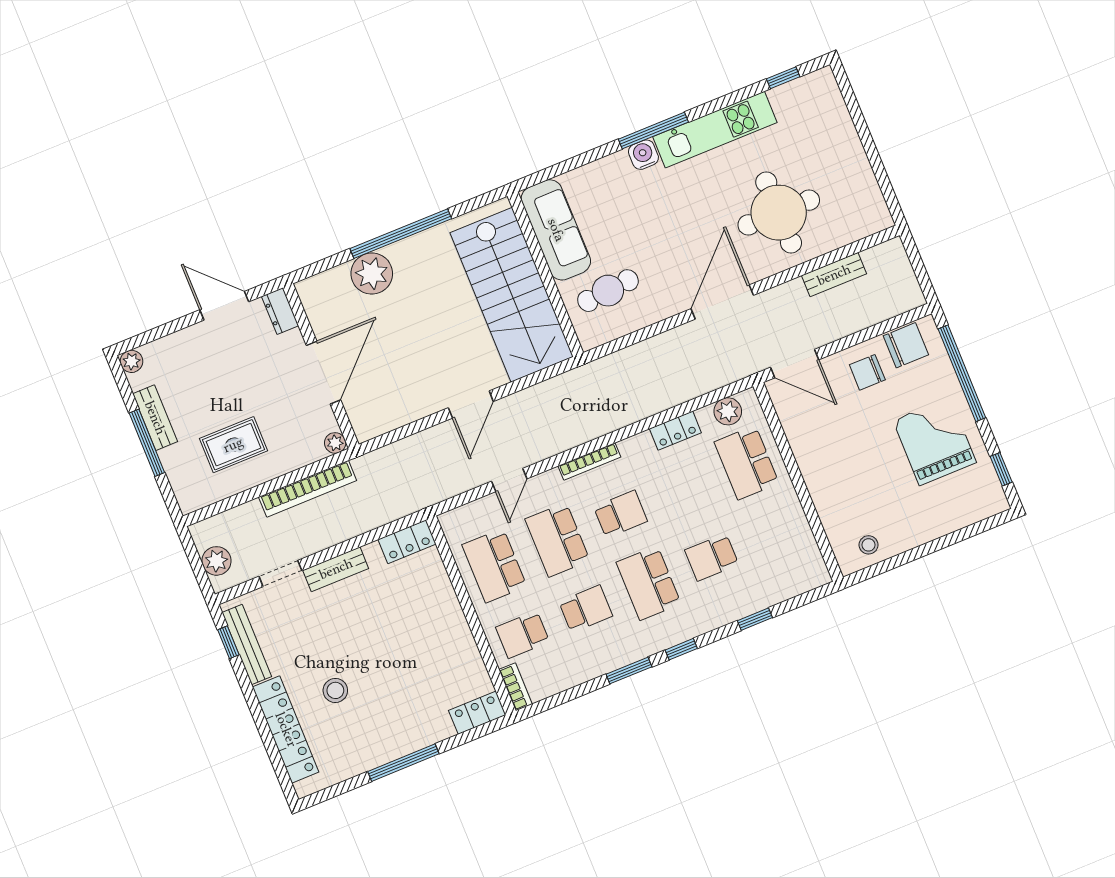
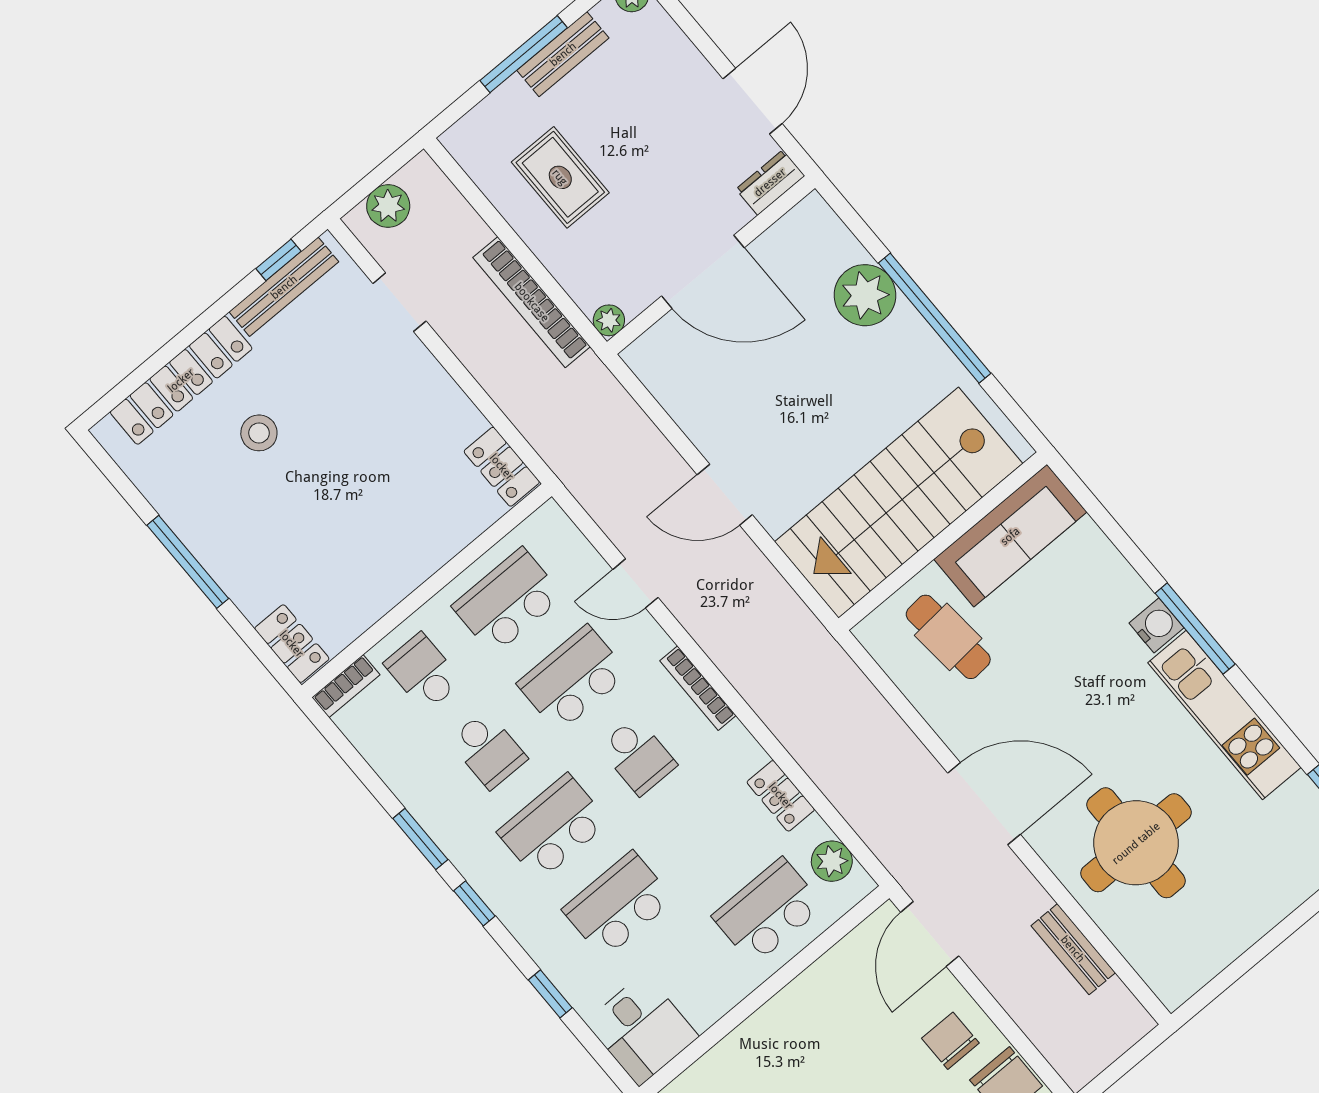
school desk: (712, 557) -> (618, 905), width x1.85
desk: (797, 568) -> (642, 1029), added
bench: (336, 569) -> (430, 378), removed

